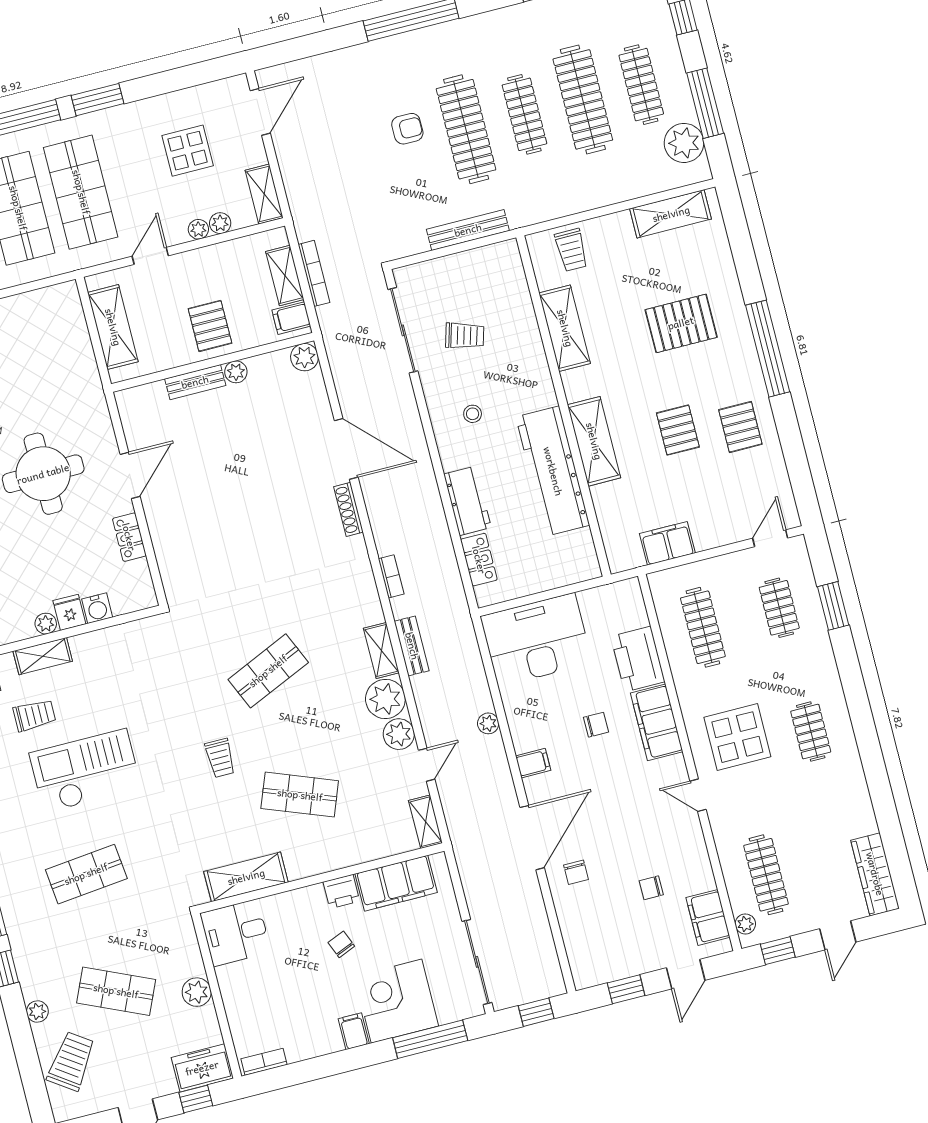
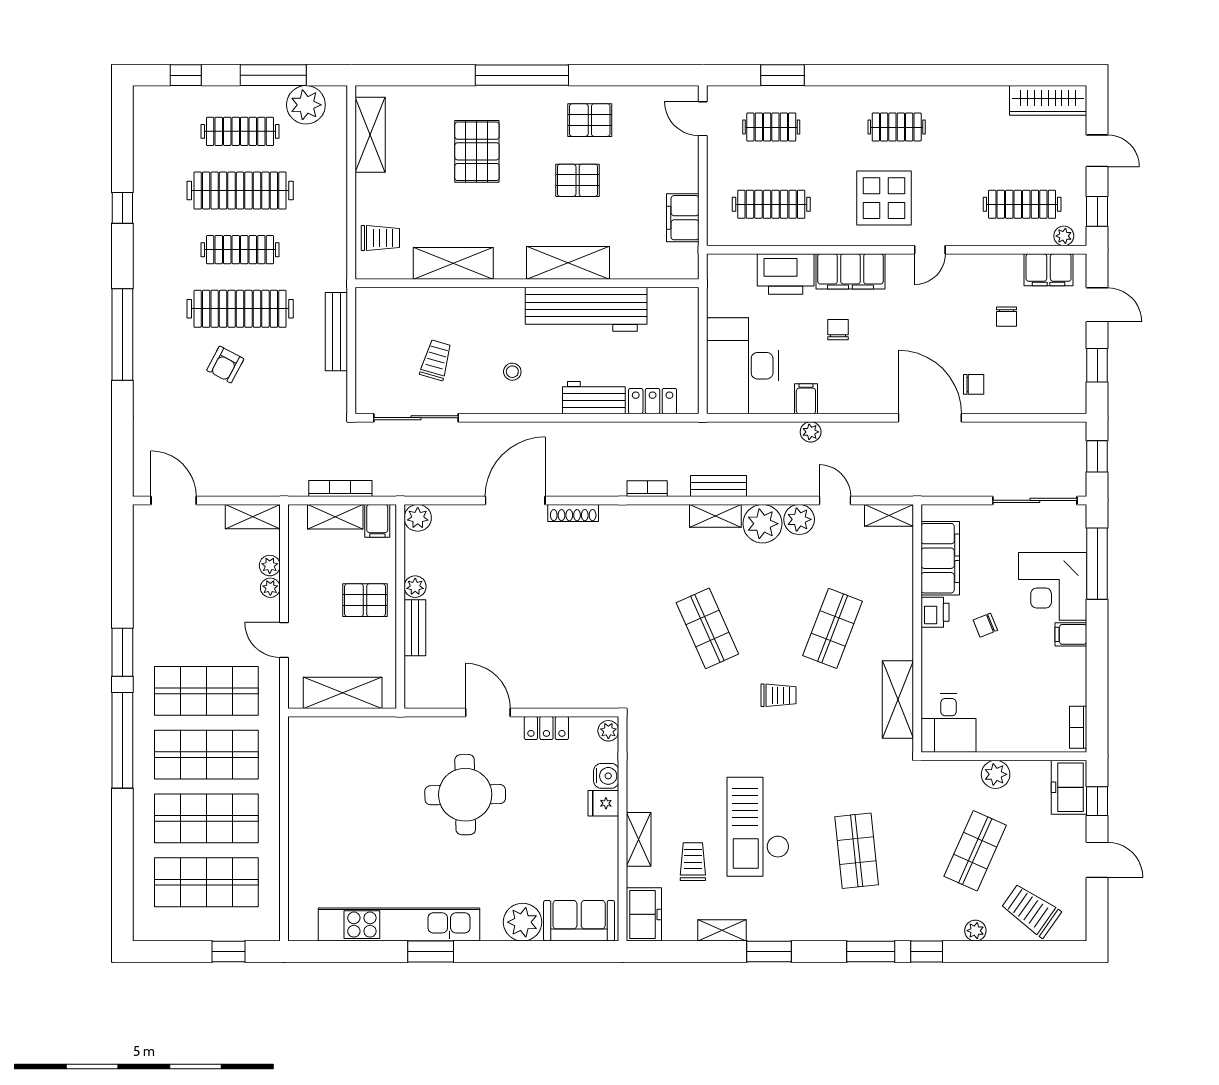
armchair: (407, 129) -> (225, 365), turned -152
display table: (188, 151) -> (193, 579), removed
plant: (46, 624) -> (608, 731), moved
filing cabinet: (533, 763) -> (806, 399), moved

